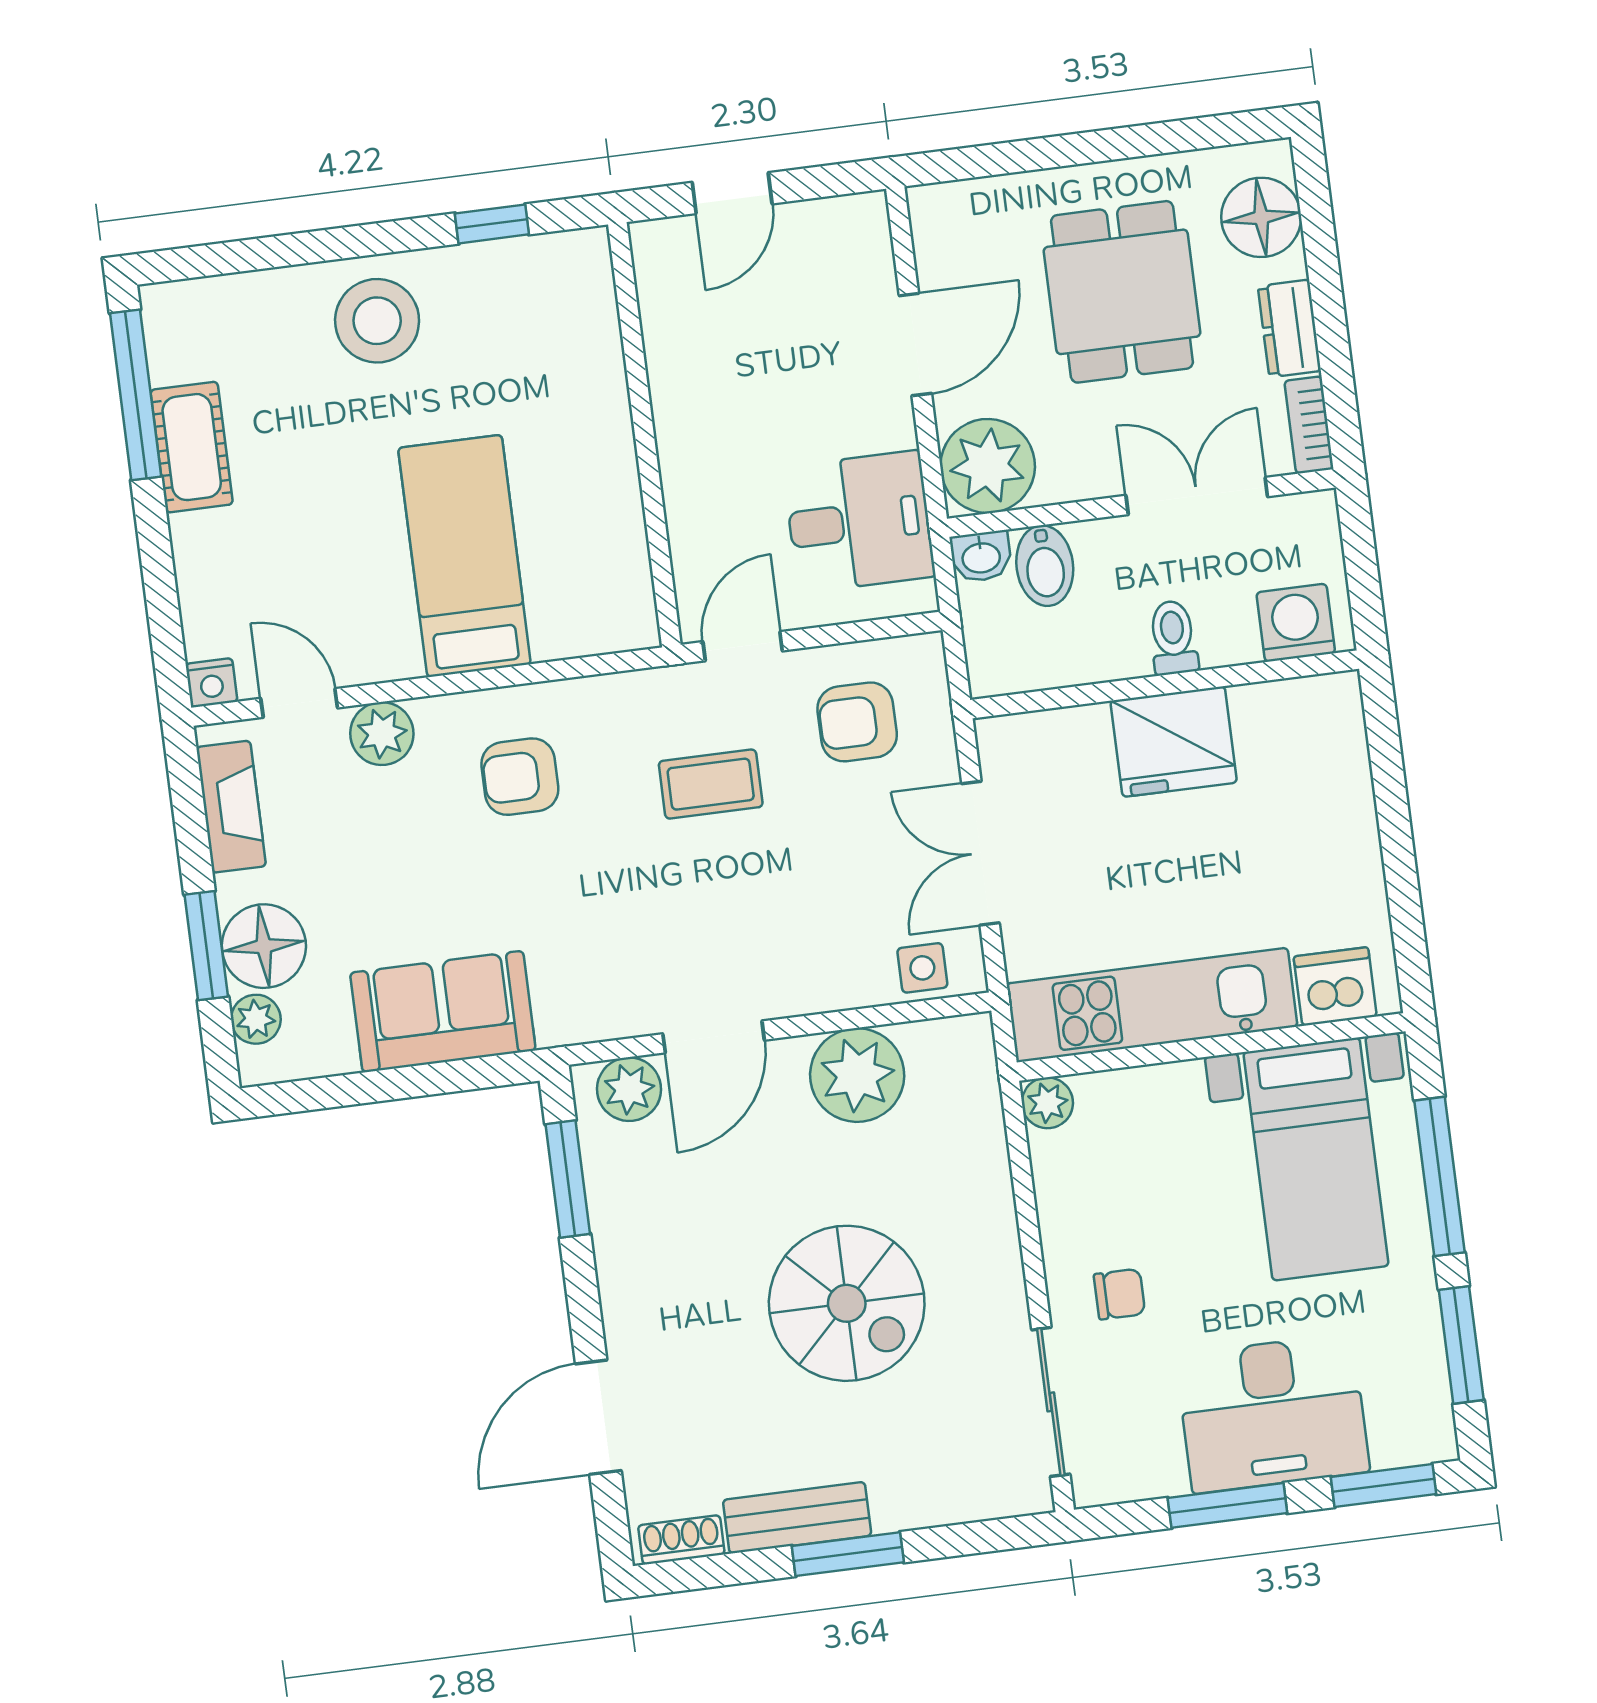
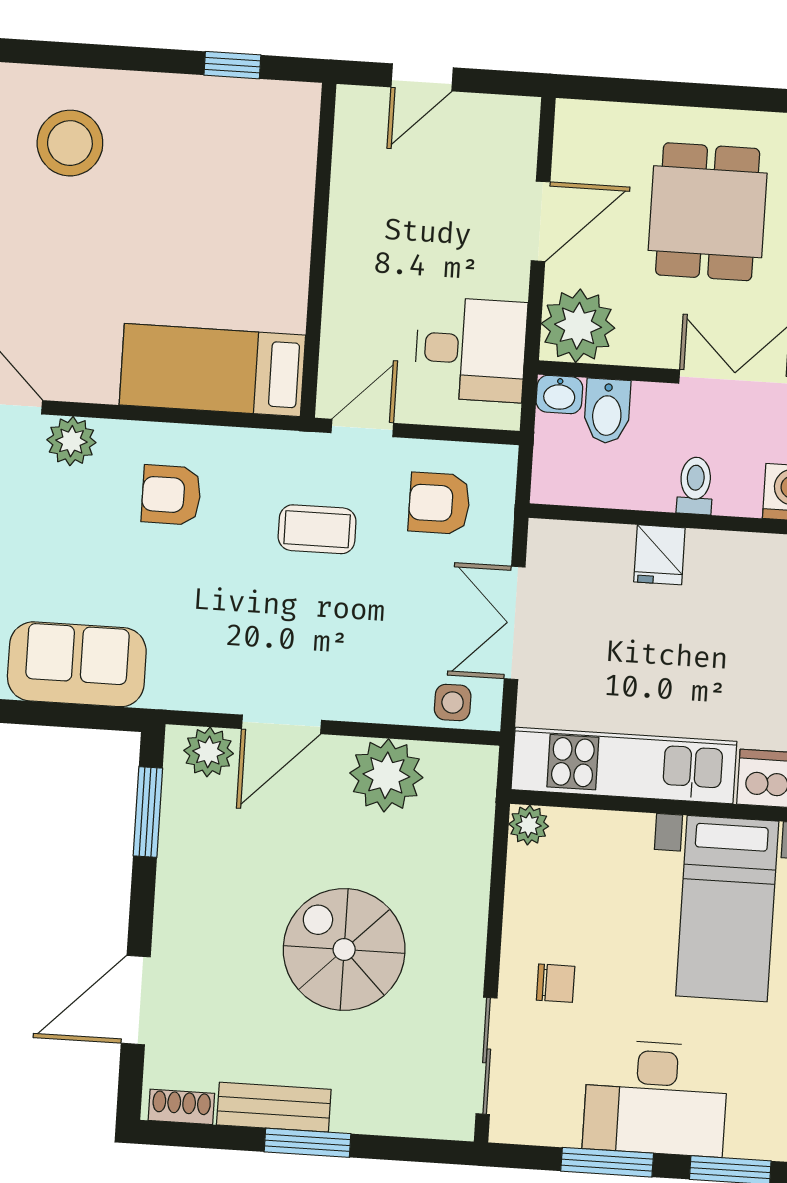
stool: (377, 321) -> (70, 143), moved
bed: (464, 556) -> (212, 370), moved, turned -90
fridge: (1174, 742) -> (659, 555), width x0.53, depth x0.75
spiral stairs: (847, 1303) -> (344, 949), turned 180

